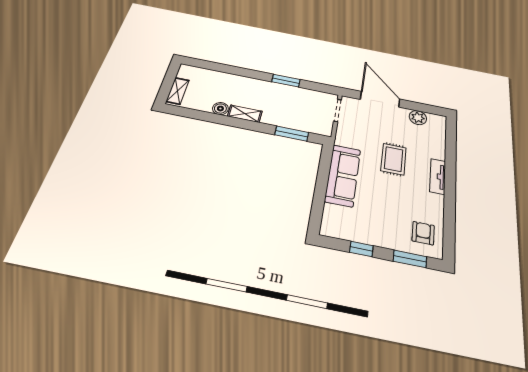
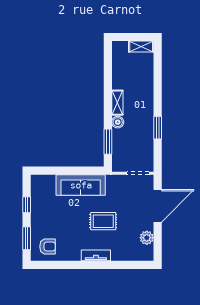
shelving: (178, 91) -> (141, 47), moved
boiler: (220, 109) -> (118, 122), moved

